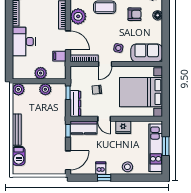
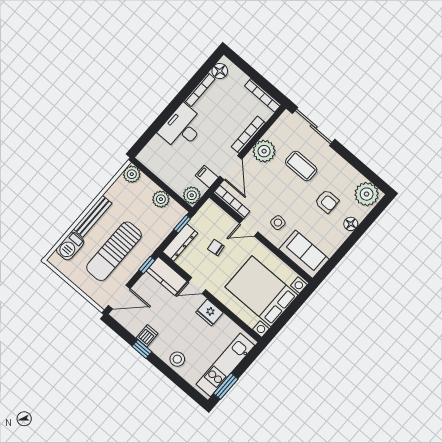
plant: (41, 73) -> (192, 195), moved
door: (104, 119) -> (197, 286), hinge flipped
sun lounger: (44, 138) -> (114, 251), added
window: (166, 146) -> (226, 386), moved

